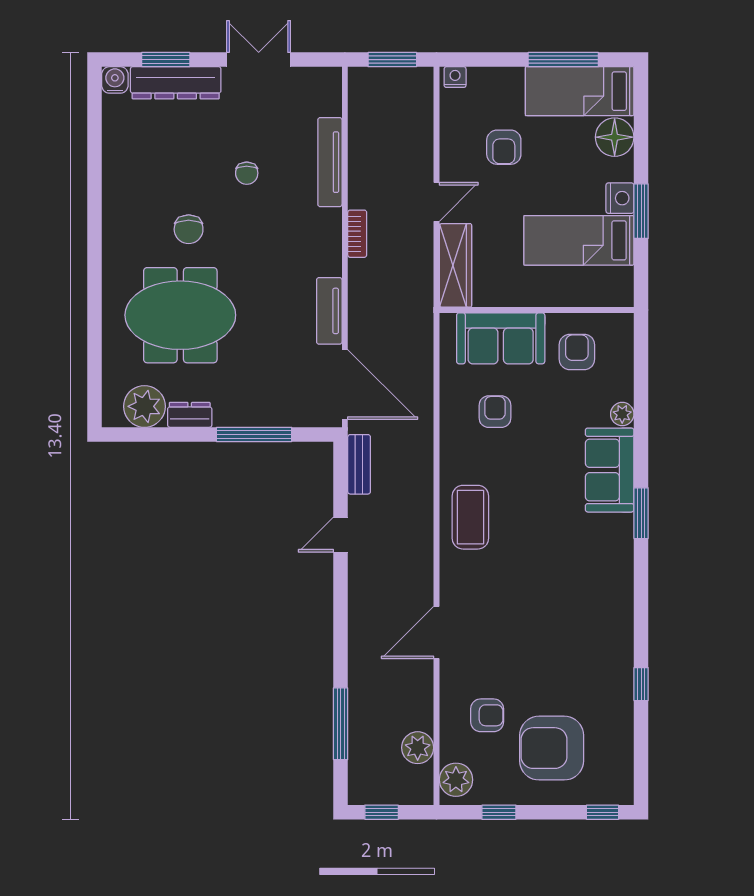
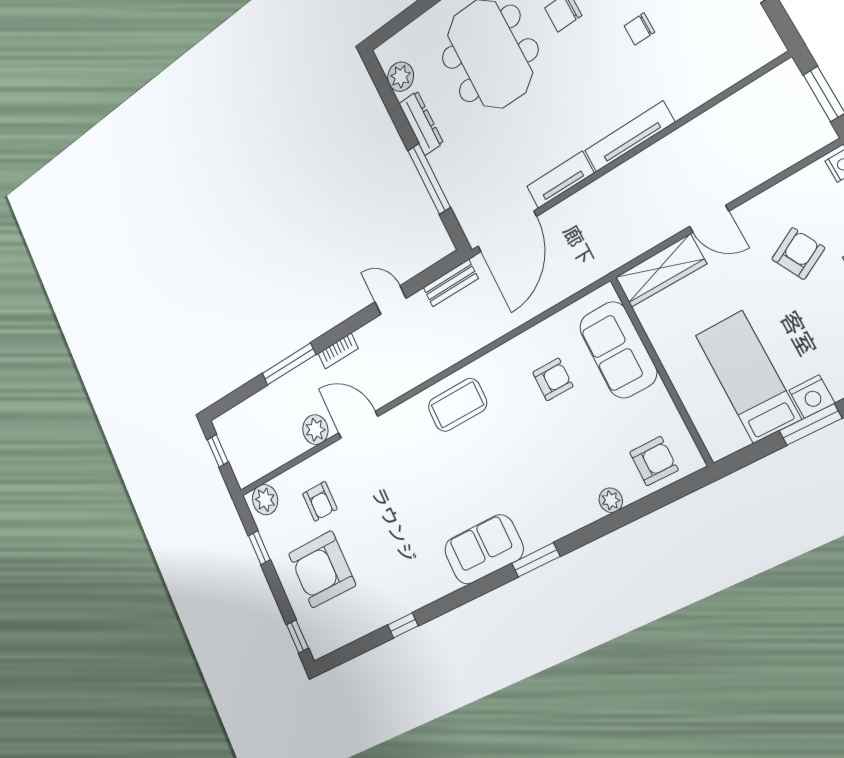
armchair: (504, 147) -> (798, 254), turned 152
tv unit: (330, 162) -> (629, 137), moved
bookcase: (357, 234) -> (338, 351), moved
armchair: (577, 352) -> (654, 461), moved
plant: (144, 406) -> (401, 77), width x0.73, depth x0.73
dresser: (190, 415) -> (421, 123), width x1.44
sofa: (610, 470) -> (484, 549), moved
window: (341, 724) -> (289, 364), moved
plant: (418, 748) -> (315, 430), moved
armchair: (552, 748) -> (322, 569), turned -90

